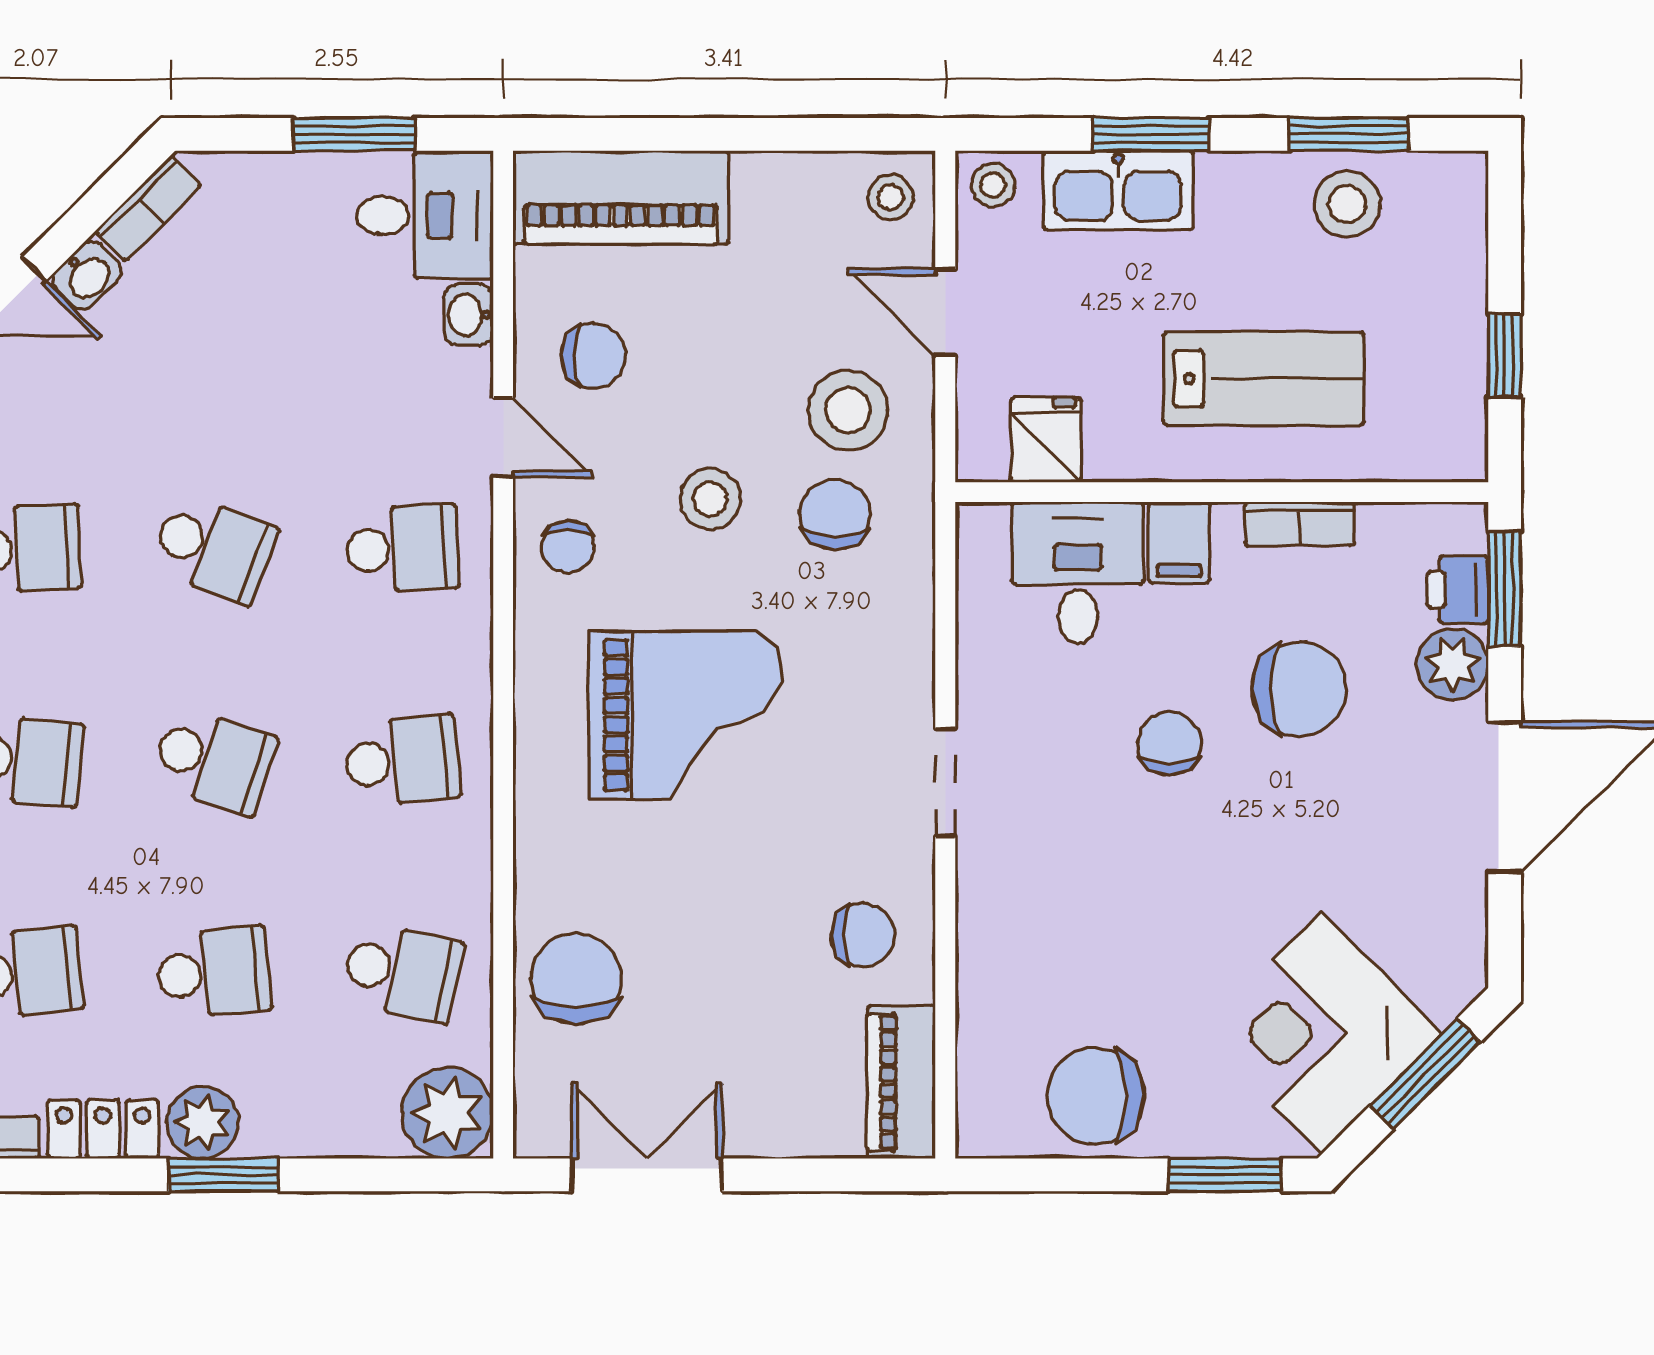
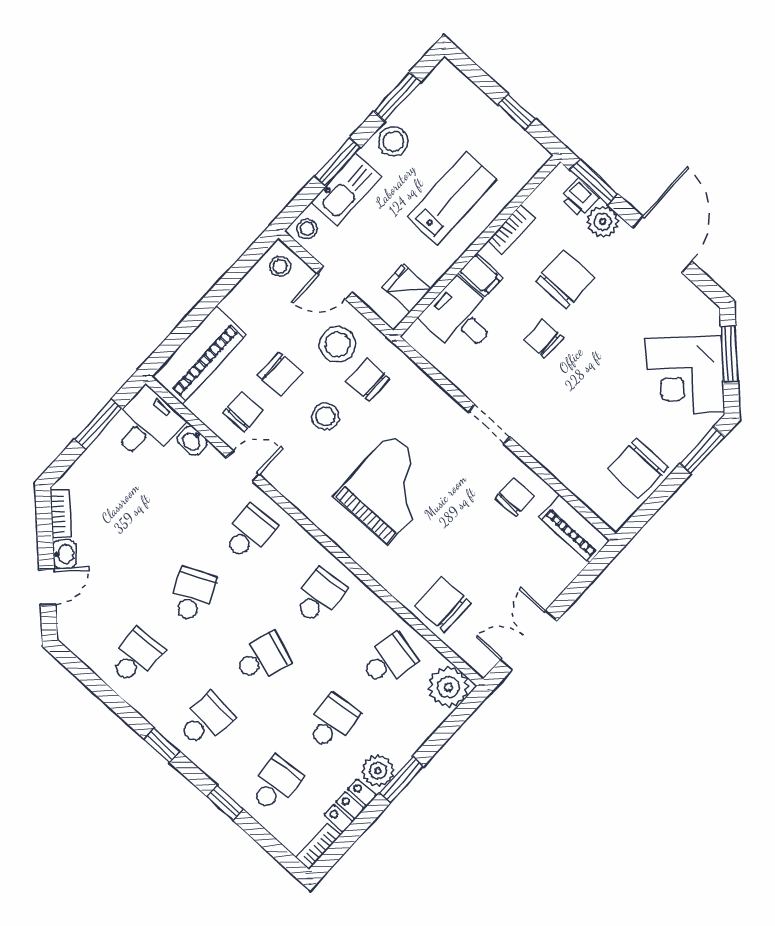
stool: (1347, 204) -> (393, 141), moved
chair: (568, 547) -> (280, 374), moved, width x1.37, depth x1.37
school desk: (214, 549) -> (192, 595), turned -45

